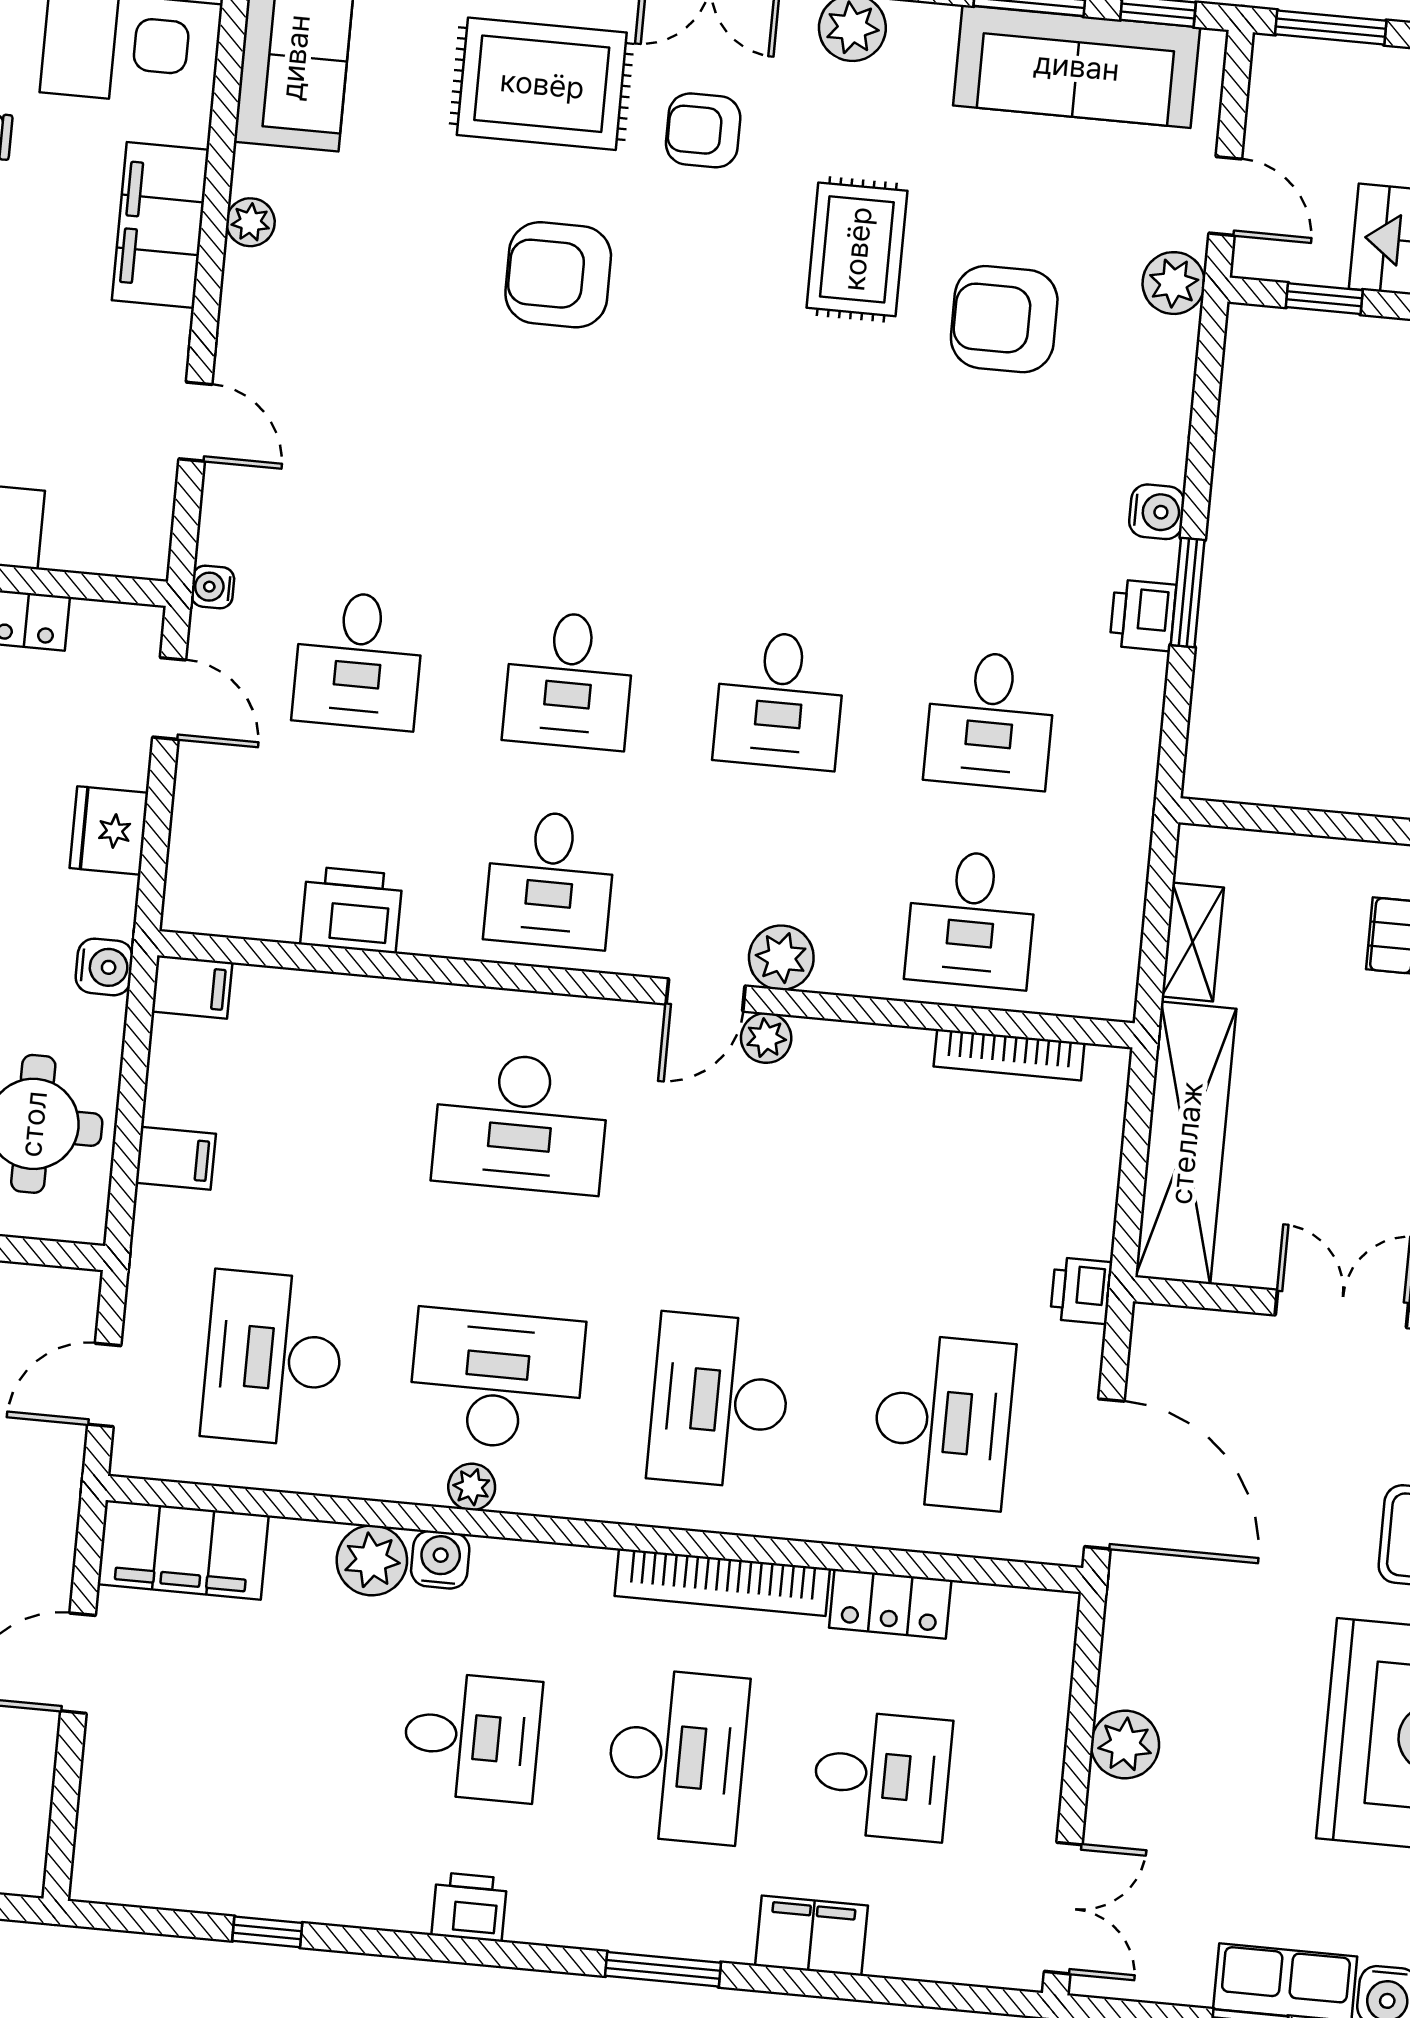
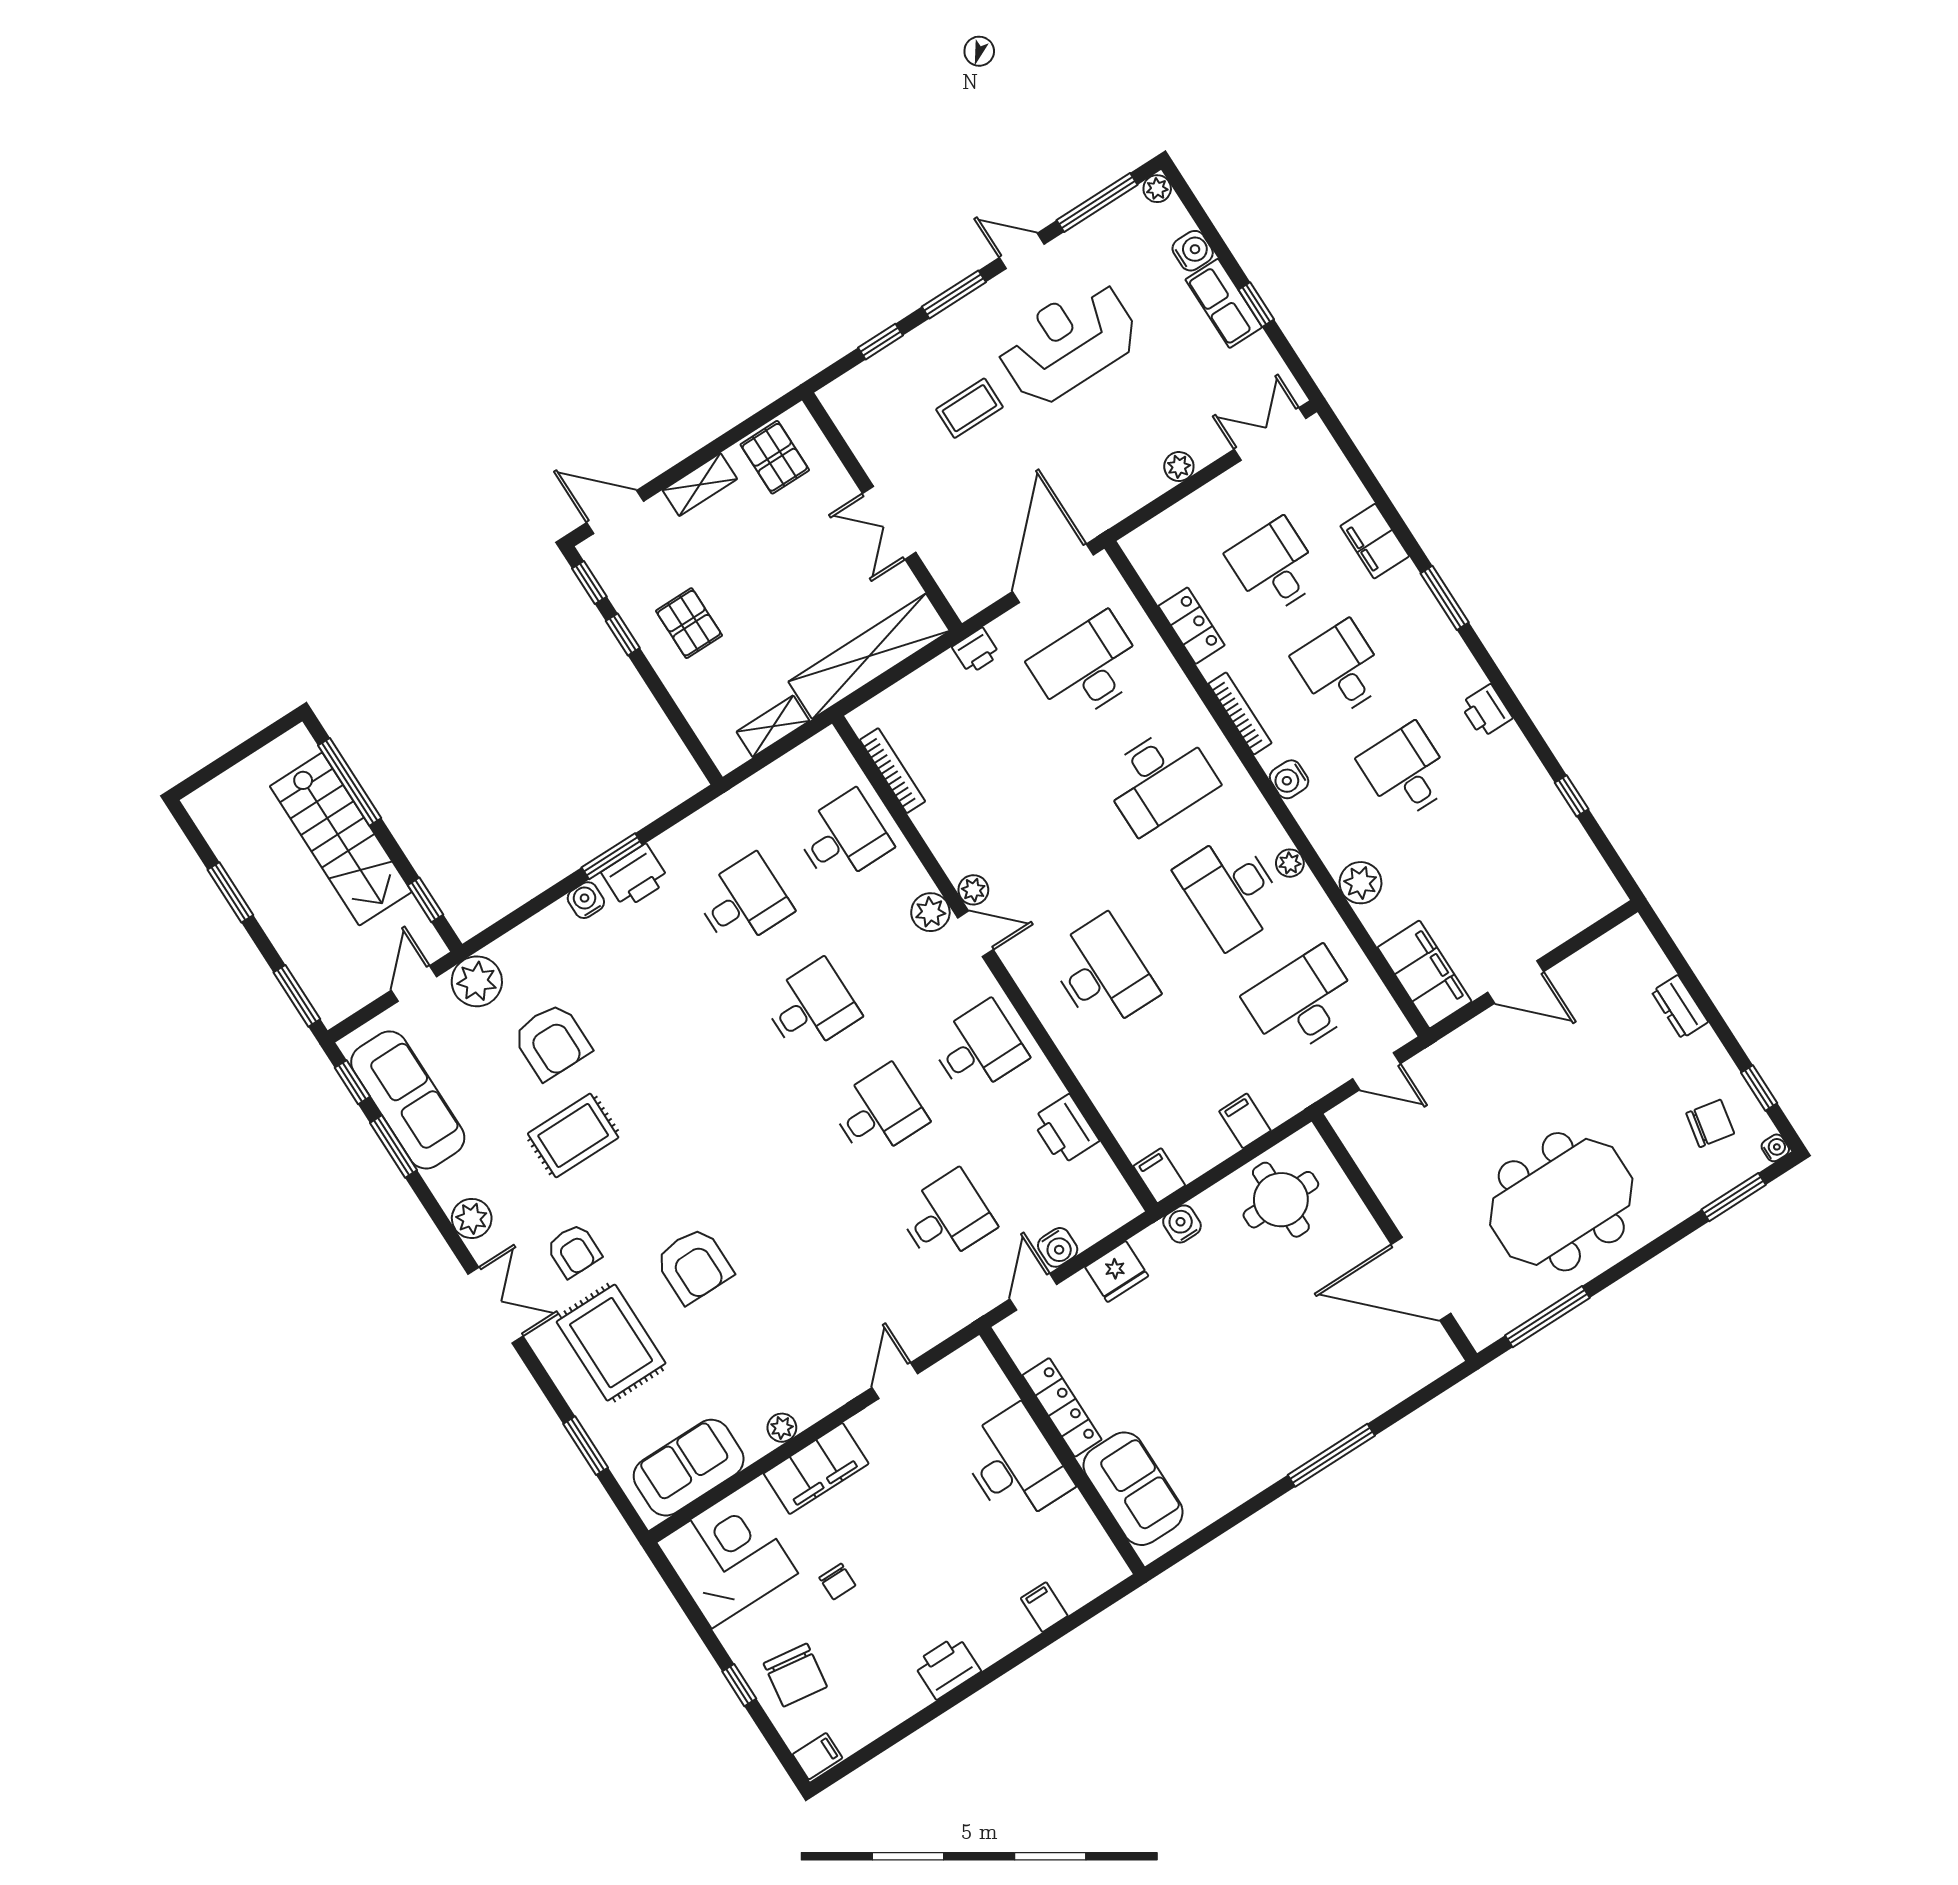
plant: (1174, 283) -> (477, 981), width x1.36, depth x1.36
water cooler: (213, 587) -> (1058, 1247), moved, width x1.38, depth x1.38
printer: (1143, 615) -> (635, 876), width x1.36, depth x1.24
desk: (273, 1358) -> (1302, 1002), turned 180
water cooler: (440, 1560) -> (1289, 779), moved
bookcase: (722, 1582) -> (1240, 713), width x0.68, depth x0.76
plant: (1125, 1745) -> (1179, 467), width x0.73, depth x0.73
desk: (677, 1756) -> (1340, 669), width x0.73

